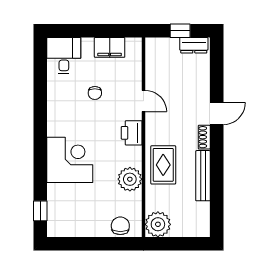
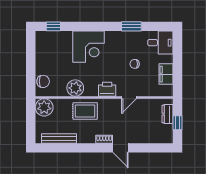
dresser: (194, 45) -> (168, 114), moved
window: (40, 98) -> (131, 26), added
bench: (203, 176) -> (59, 138), moved

